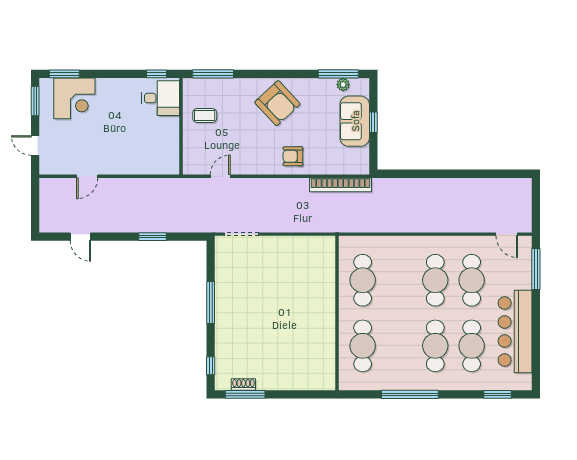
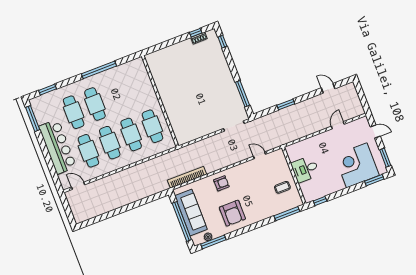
corner desk: (74, 98) -> (357, 165), width x1.36, depth x1.36
desk: (160, 98) -> (305, 169), moved
armchair: (277, 103) -> (232, 213), moved, turned -137
sofa: (355, 121) -> (191, 213), width x1.36
window: (373, 122) -> (182, 221), width x3.17
door: (220, 176) -> (260, 155), swing flipped
window: (536, 269) -> (33, 119), moved
window: (211, 302) -> (242, 94), moved
bar counter: (515, 332) -> (58, 147), moved
cafe table: (363, 346) -> (131, 134), moved
window: (245, 394) -> (196, 33), width x0.46

